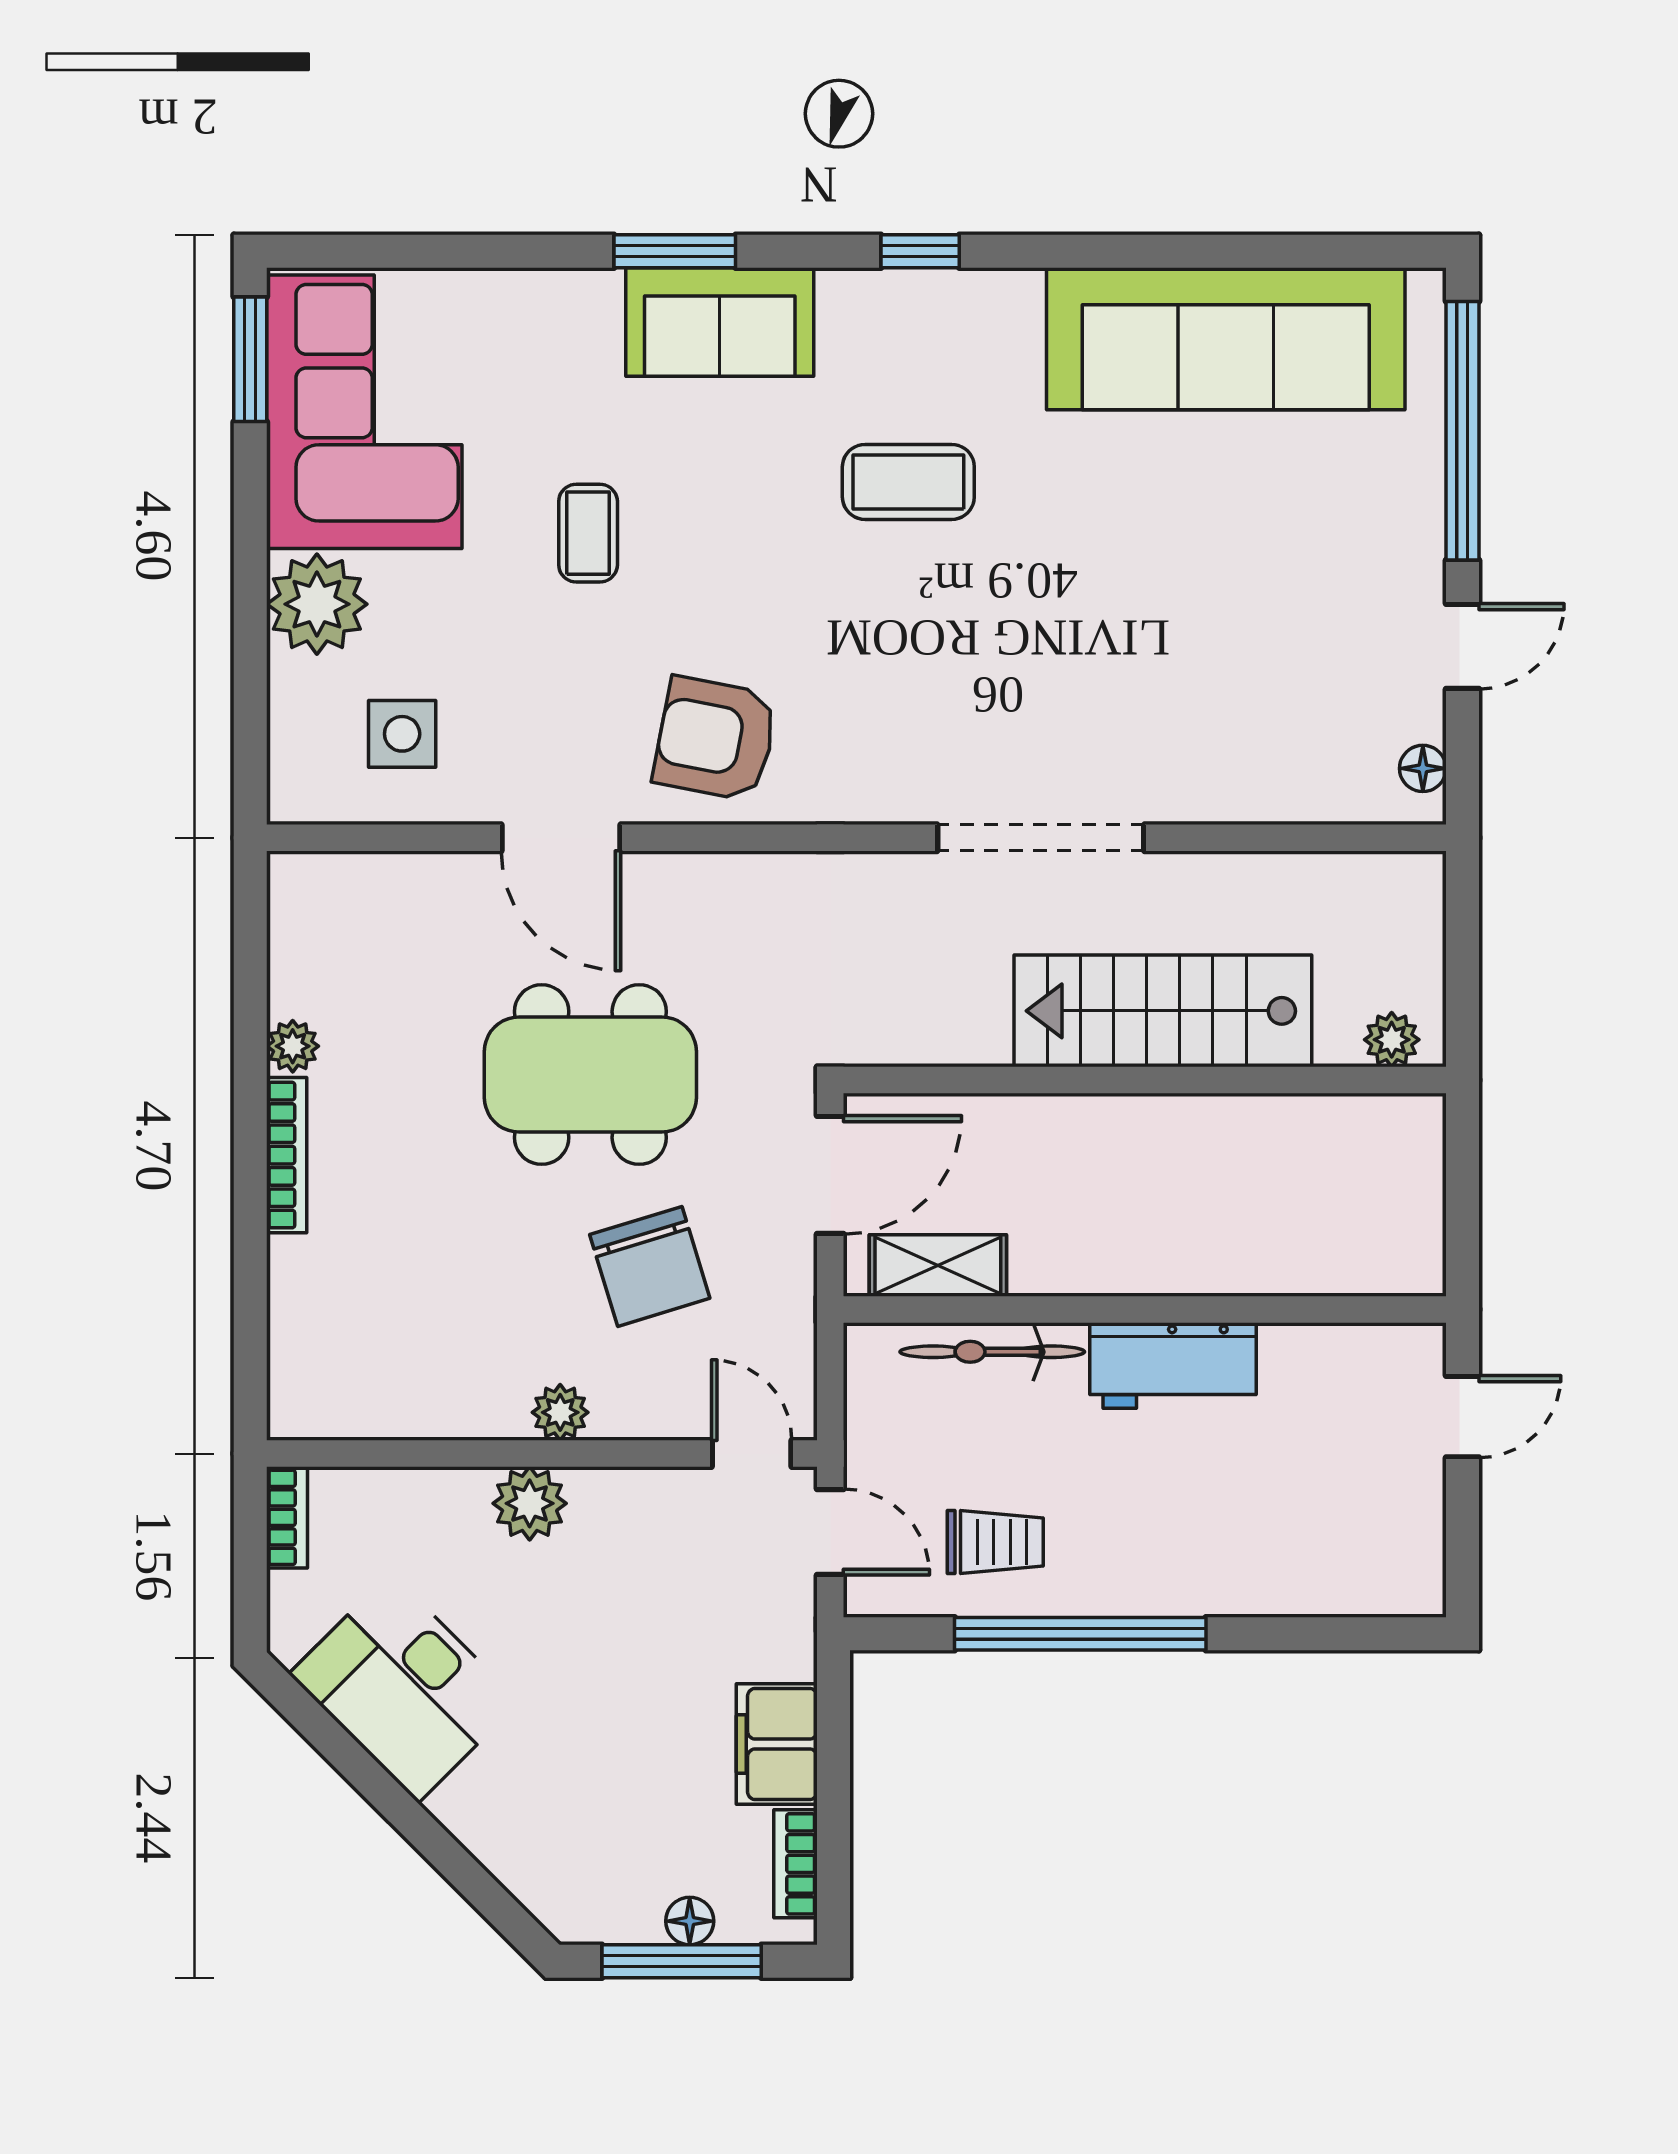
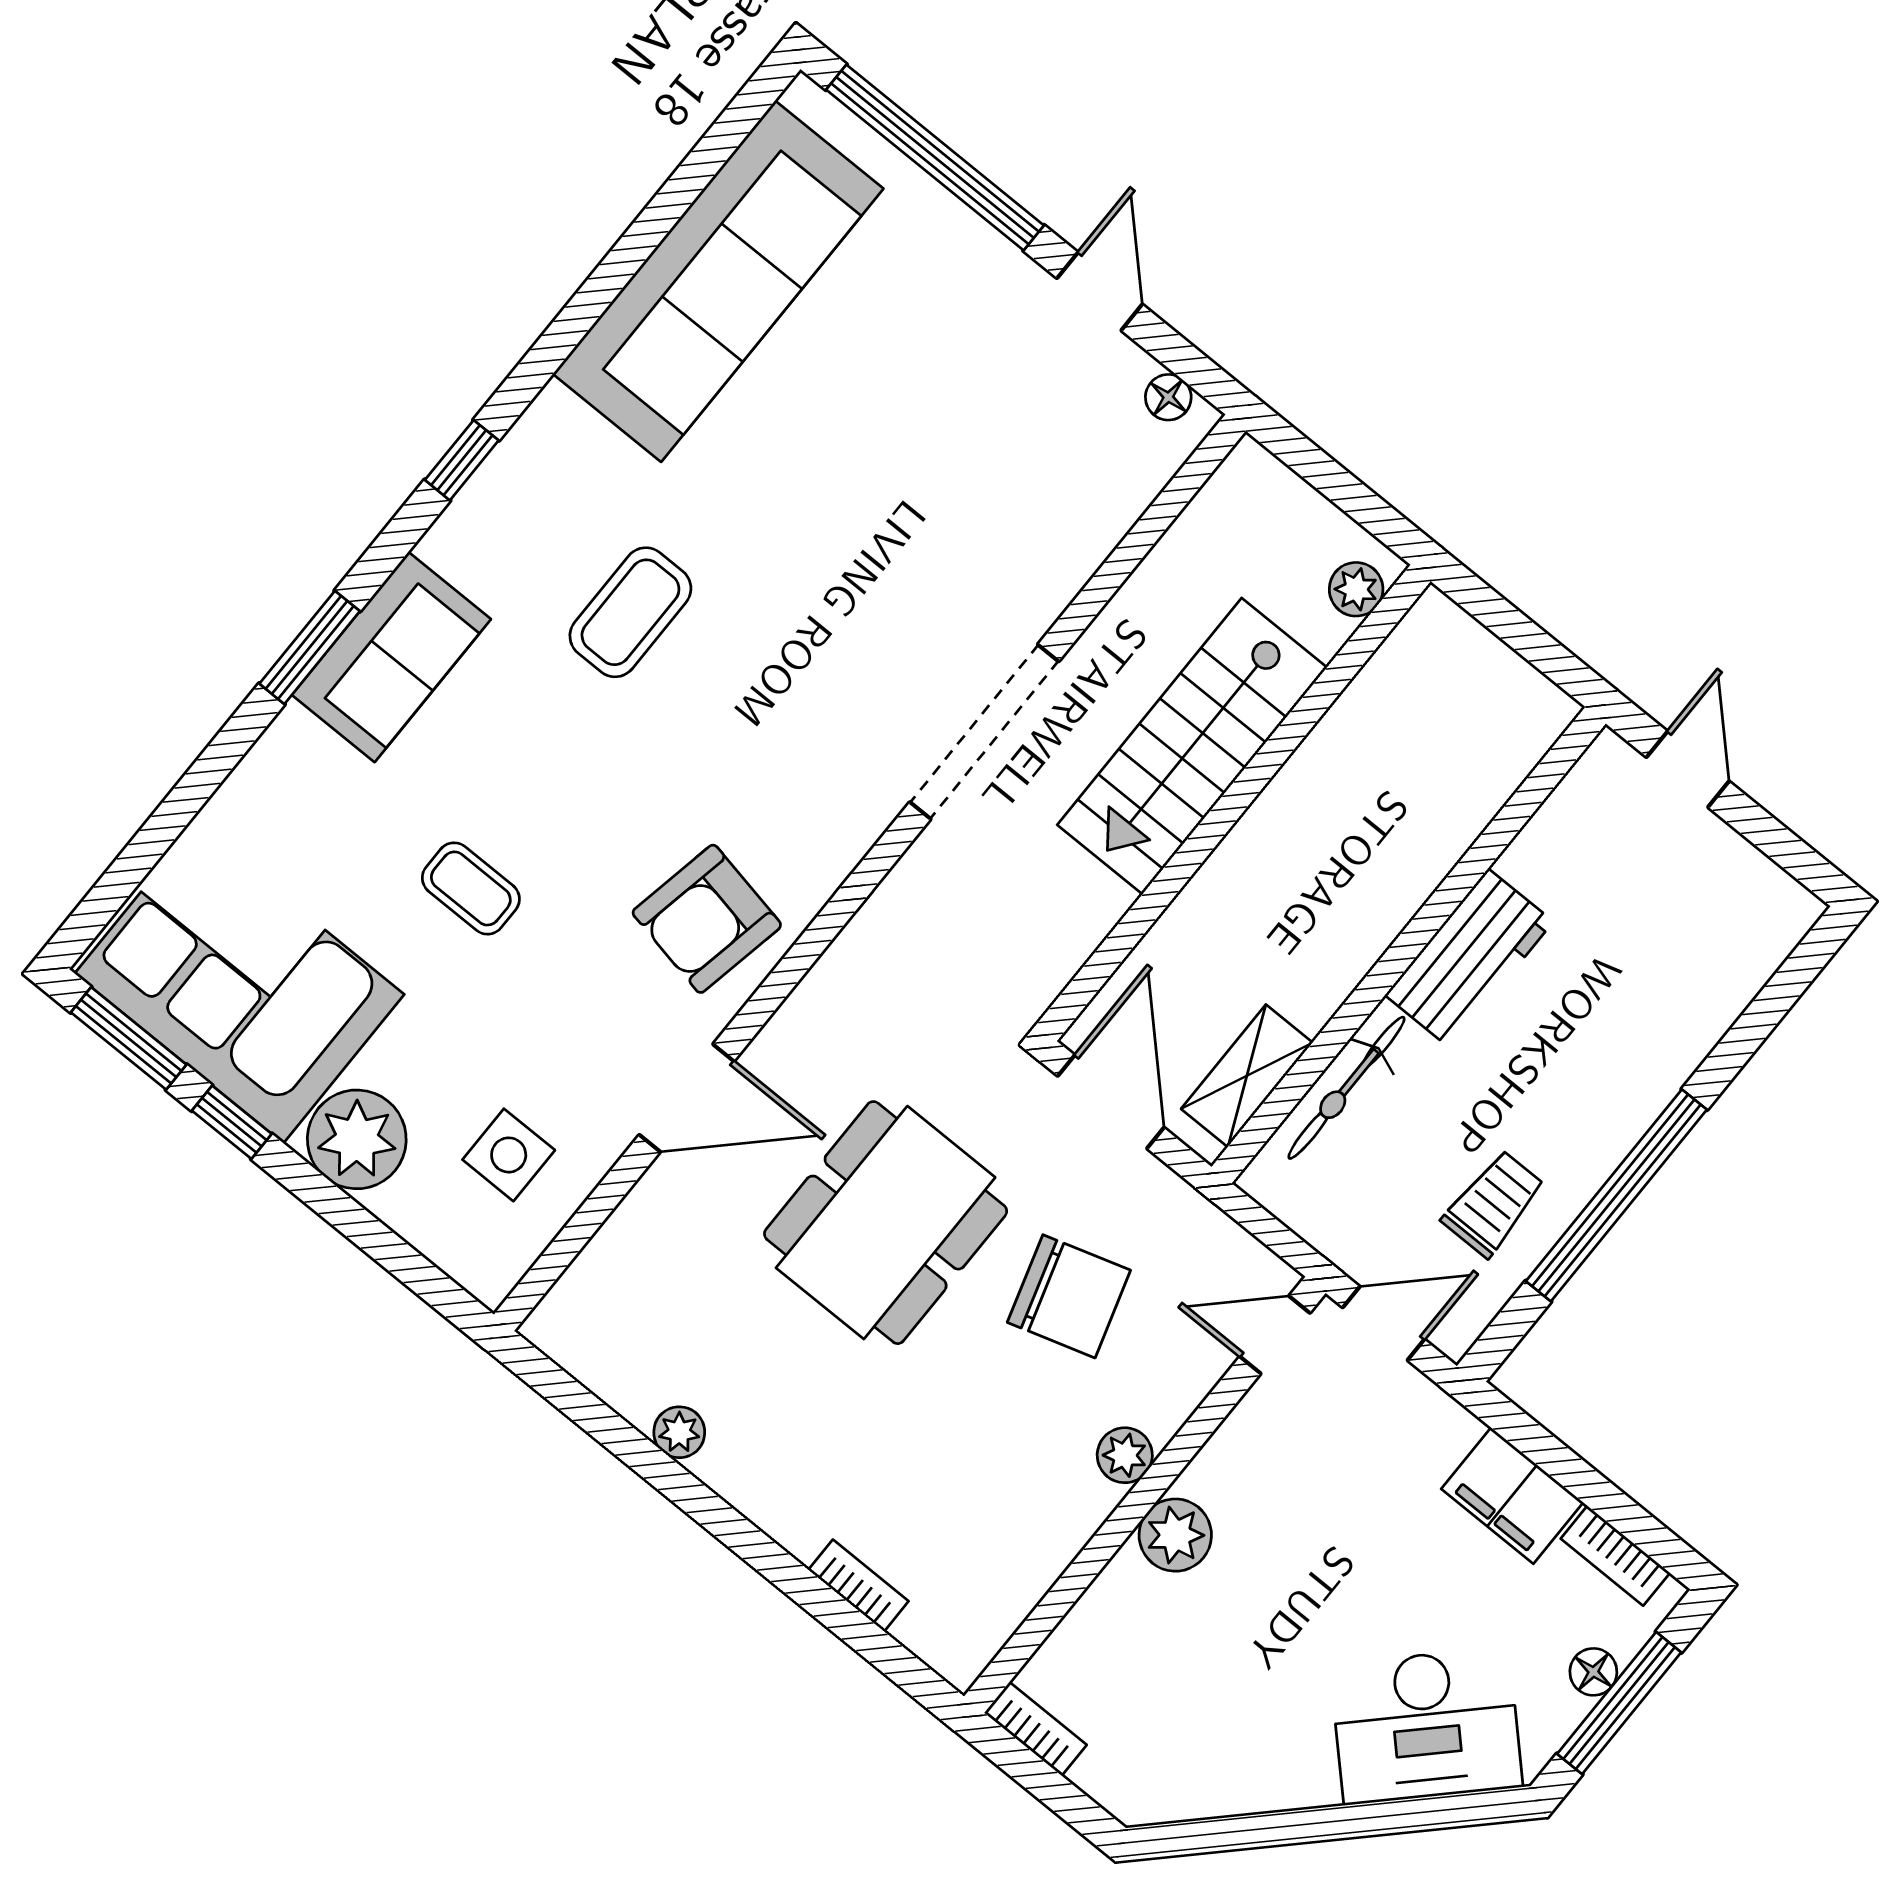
window: (250, 494) -> (232, 1122), added
bookcase: (287, 1155) -> (858, 1586), moved, width x0.64
desk: (404, 1688) -> (1426, 1726), moved

